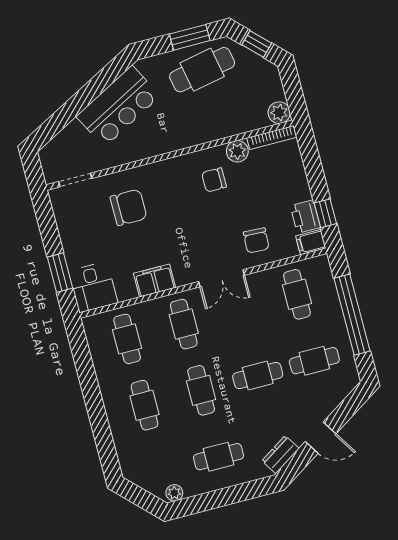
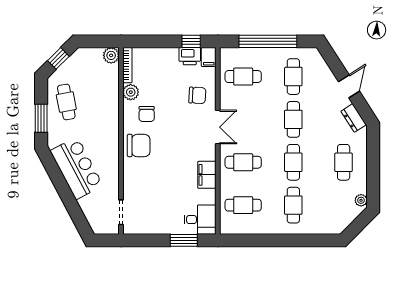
window: (190, 37) -> (41, 118), moved
cafe table: (202, 70) -> (66, 102), width x0.73, depth x0.74
chair: (129, 207) -> (139, 146), moved, turned 90
cafe table: (201, 390) -> (293, 162), turned 90
cafe table: (144, 405) -> (293, 205), turned 90

